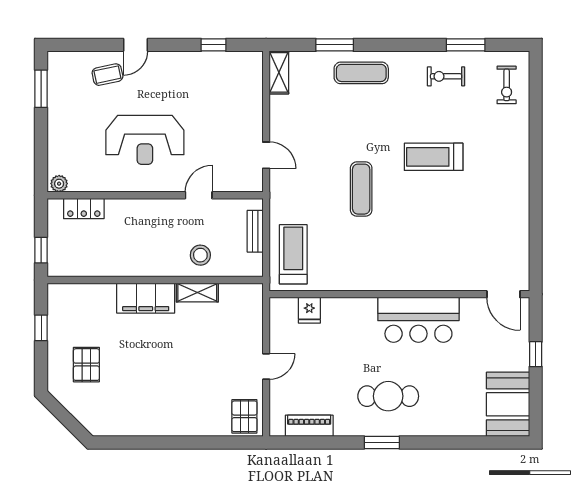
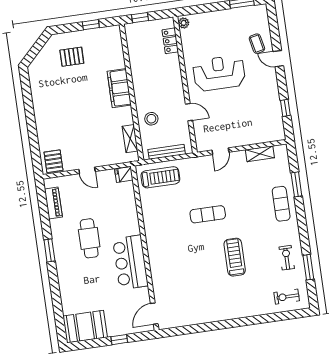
shelving: (279, 72) -> (260, 154), moved
reception desk: (145, 140) -> (219, 73), turned 90
bench: (255, 231) -> (167, 152), width x1.36
shelving: (197, 293) -> (130, 139), moved
fridge: (309, 310) -> (124, 175), moved
cafe table: (388, 396) -> (89, 238), moved
pallet: (244, 416) -> (54, 161), turned 90

